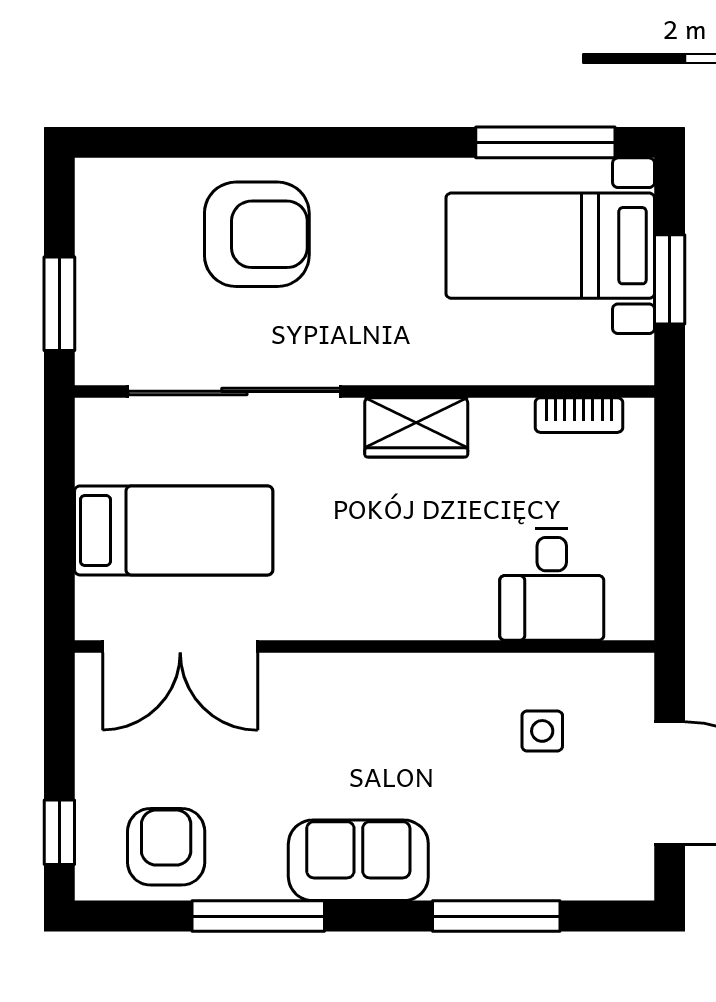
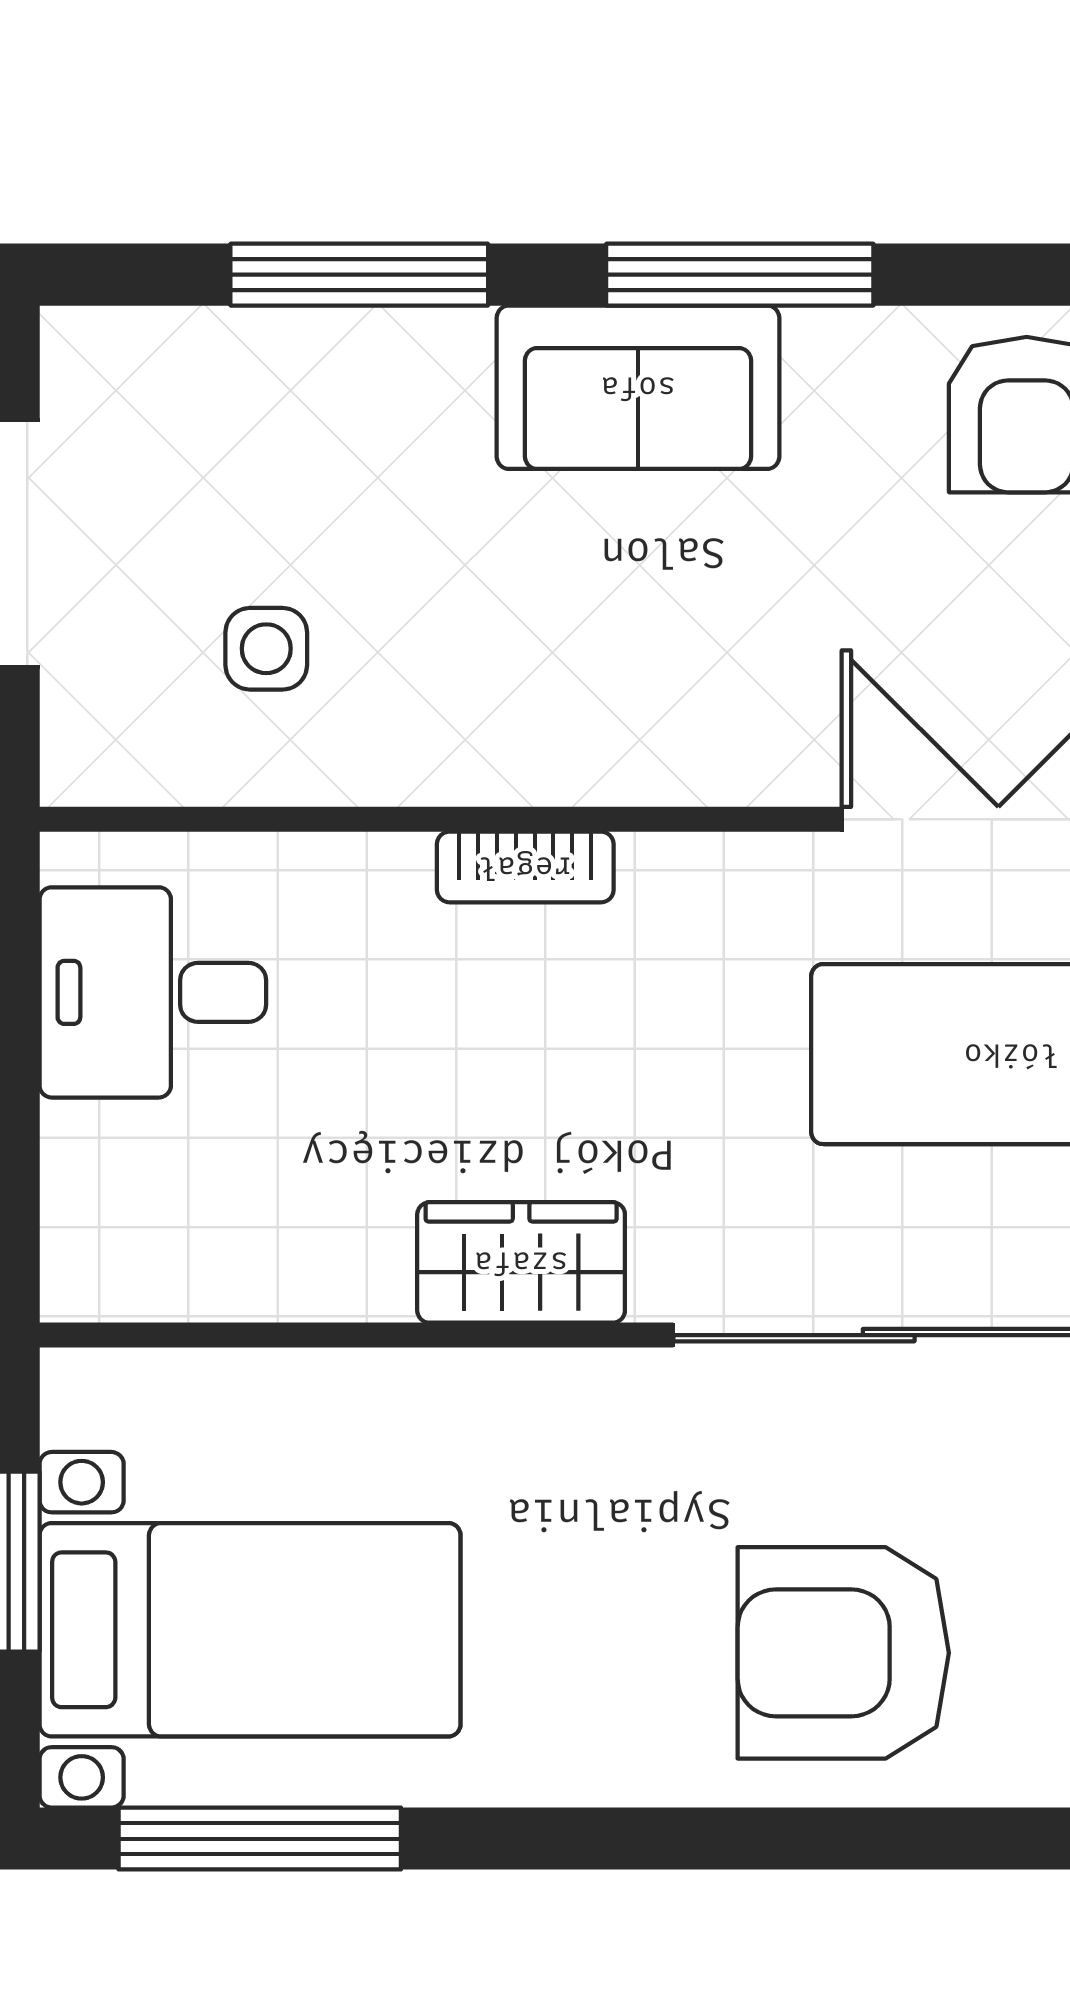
bookcase: (579, 415) -> (525, 867), moved, turned 180
desk: (552, 584) -> (153, 992), moved, turned -90
window: (258, 916) -> (740, 275), moved

